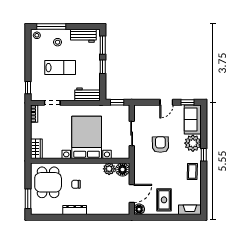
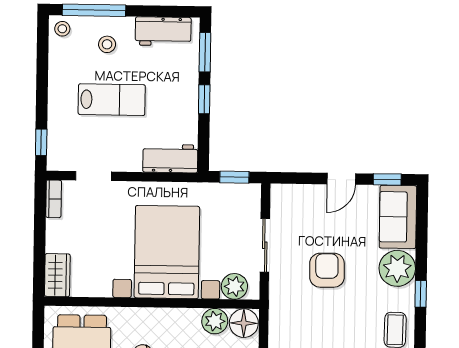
plant: (118, 153) -> (234, 286), added

